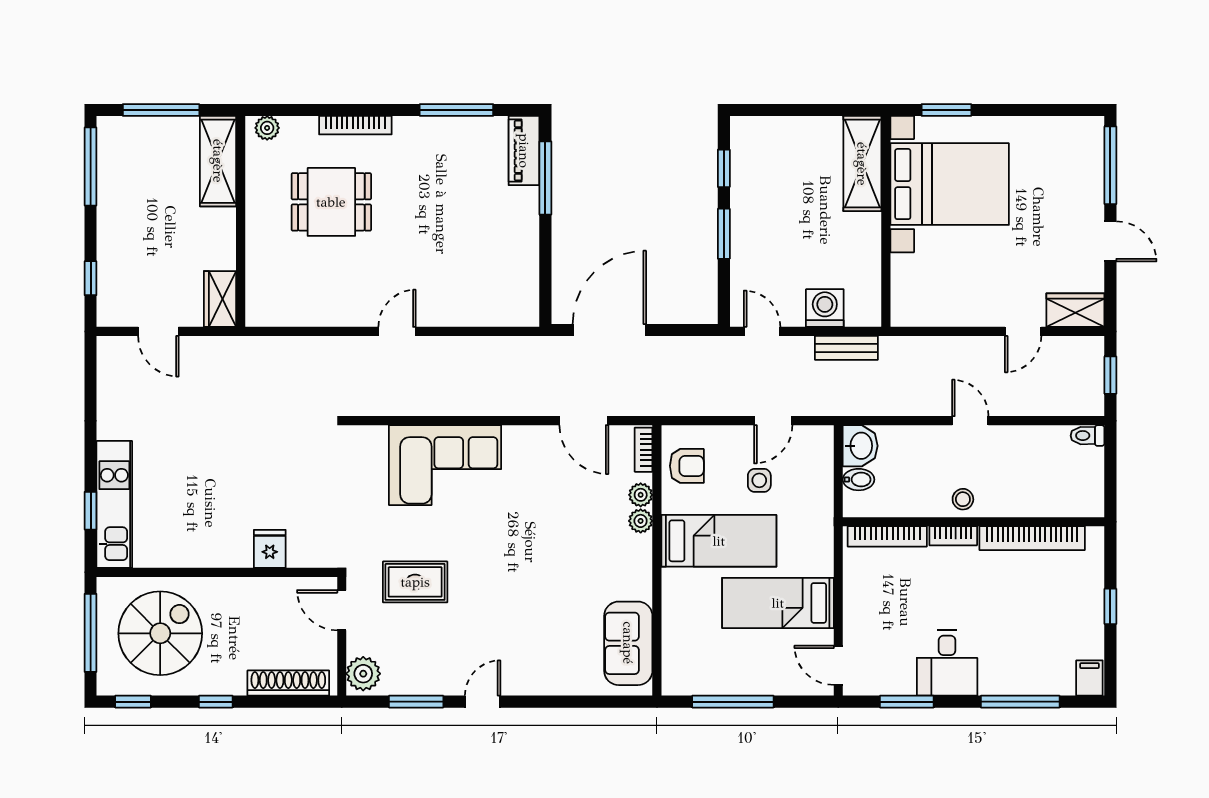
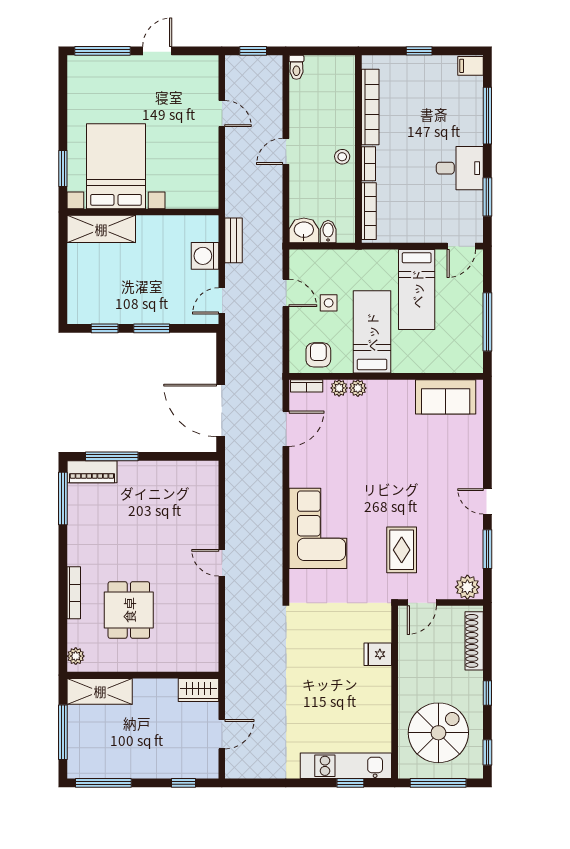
window: (456, 110) -> (63, 499), moved
wardrobe: (1075, 310) -> (206, 76), removed
spiral stairs: (160, 633) -> (438, 733), turned 90

